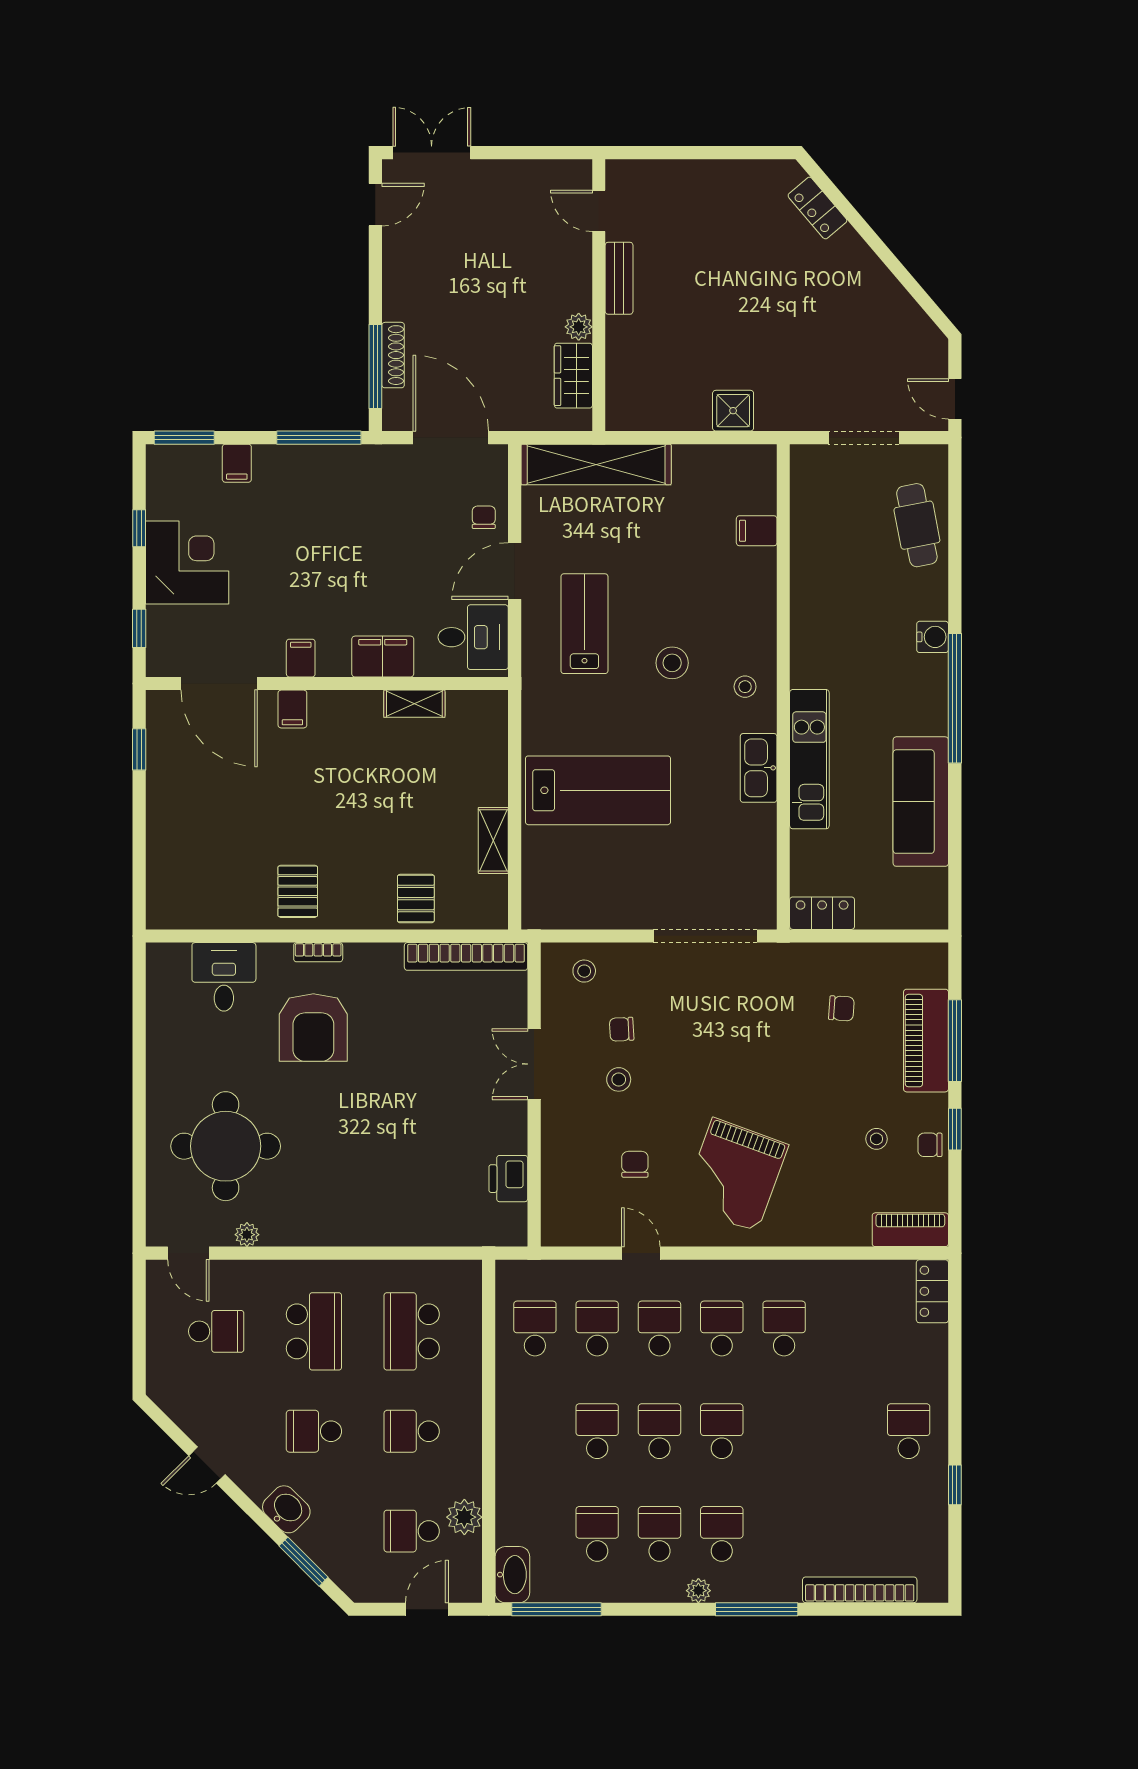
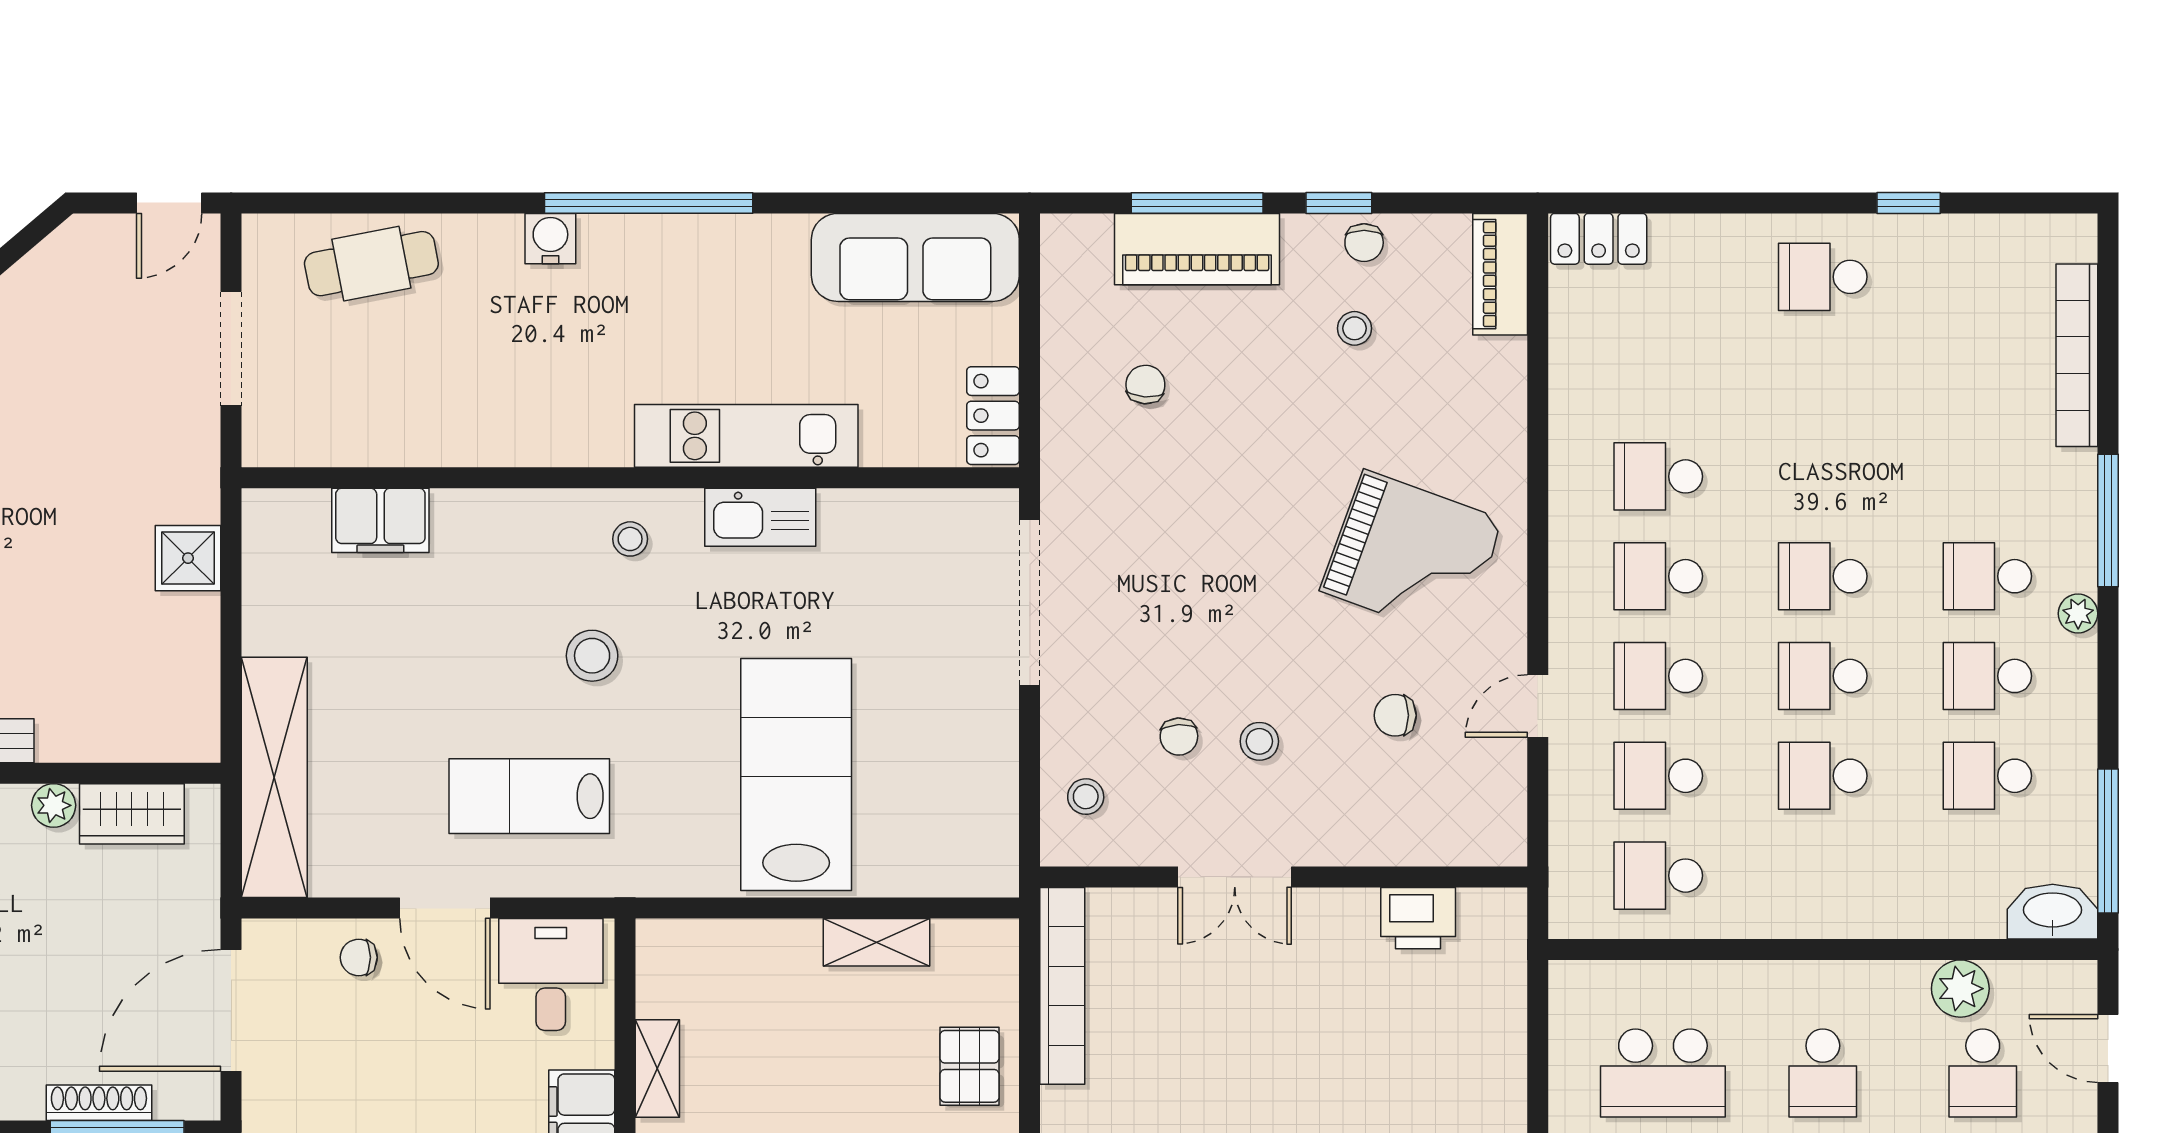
filing cabinet: (757, 531) -> (380, 520), width x2.00
sofa: (921, 802) -> (915, 257), moved
pallet: (416, 899) -> (970, 1066), turned 90

